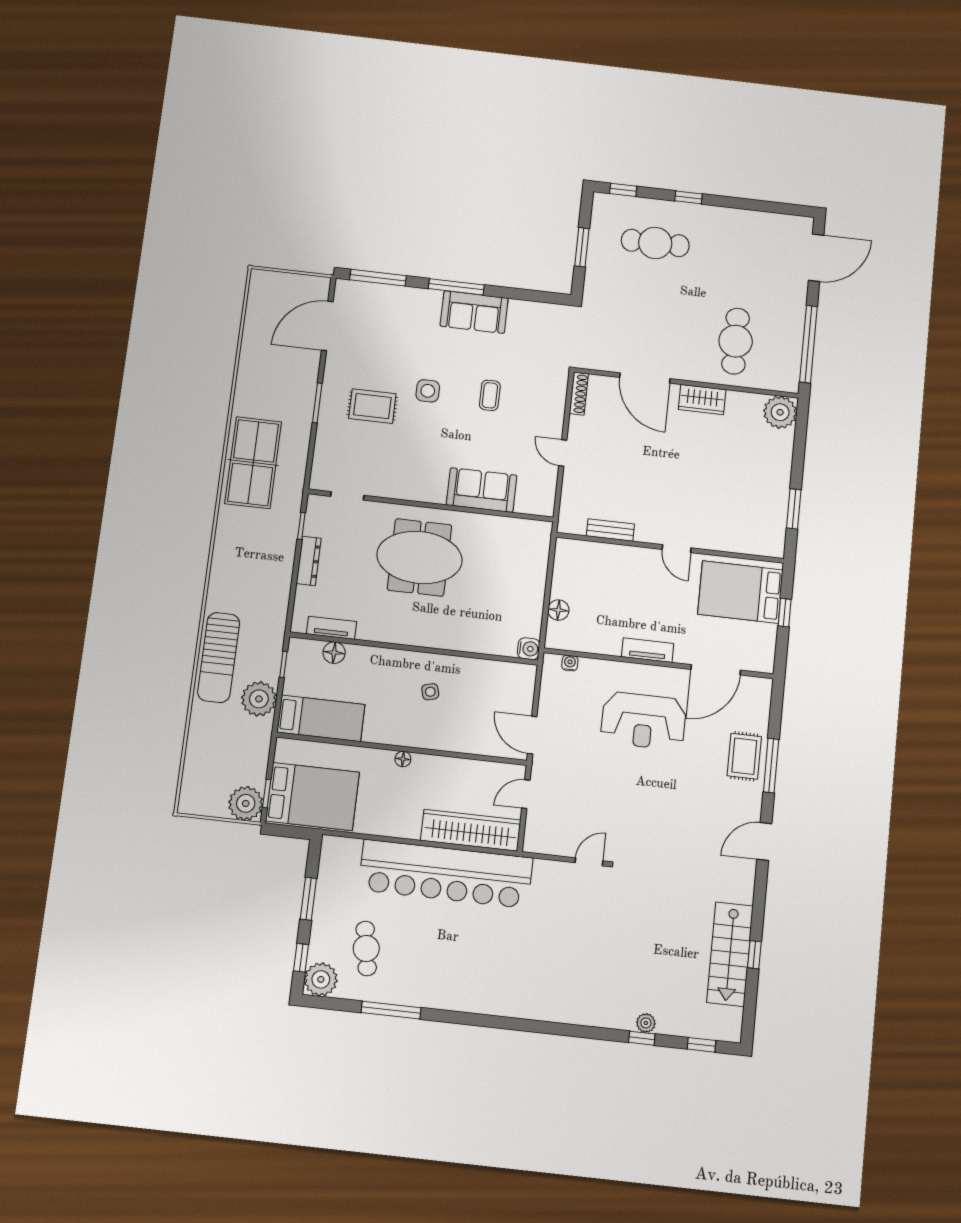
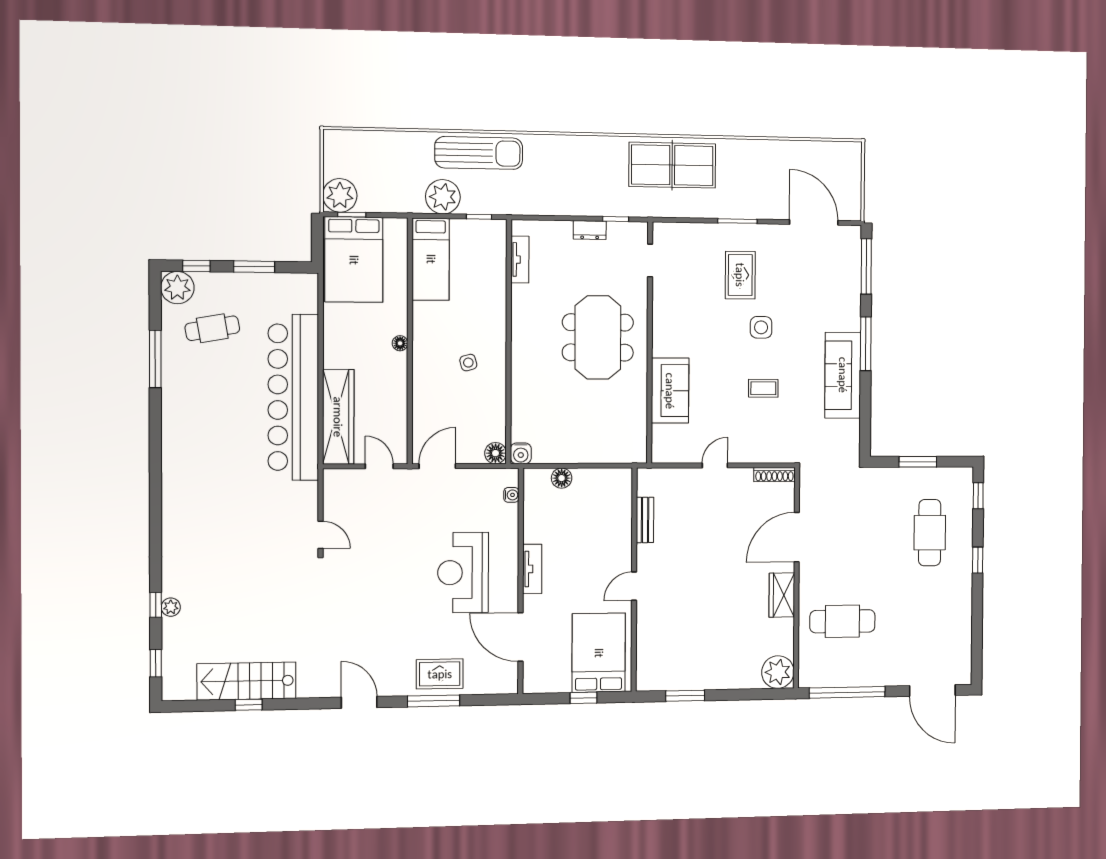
sofa: (474, 312) -> (843, 375), width x1.36
dresser: (309, 561) -> (590, 230), width x0.70
floor lamp: (334, 653) -> (495, 453), moved
sun lounger: (219, 657) -> (479, 153), turned 180

